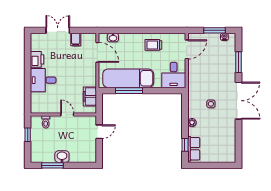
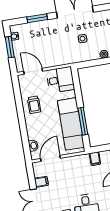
filing cabinet: (90, 96) -> (95, 159), width x0.50

